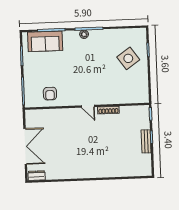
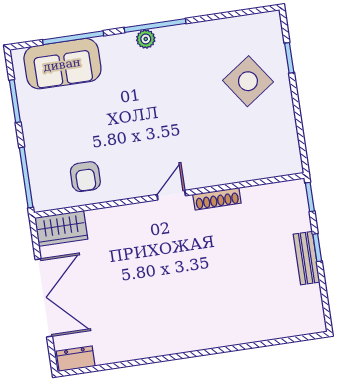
door: (88, 106) -> (171, 195), swing flipped
wardrobe: (36, 116) -> (61, 228), added

